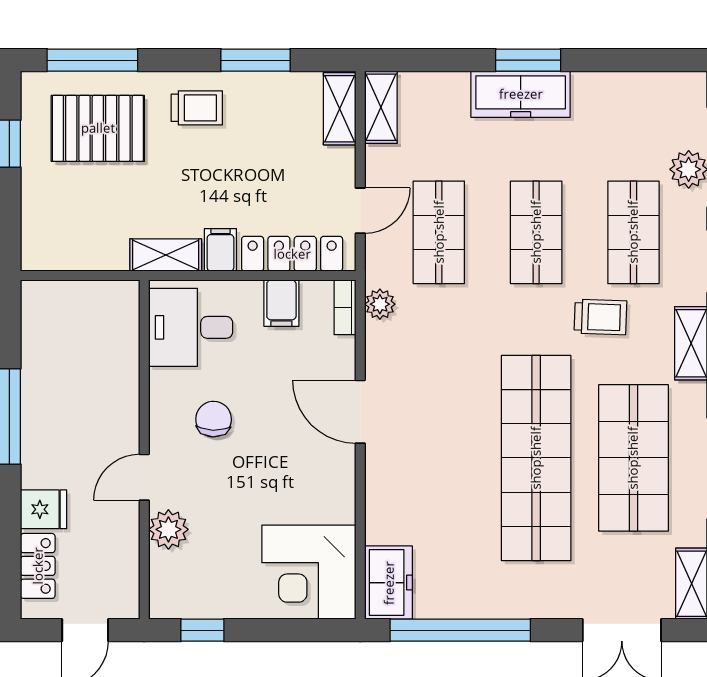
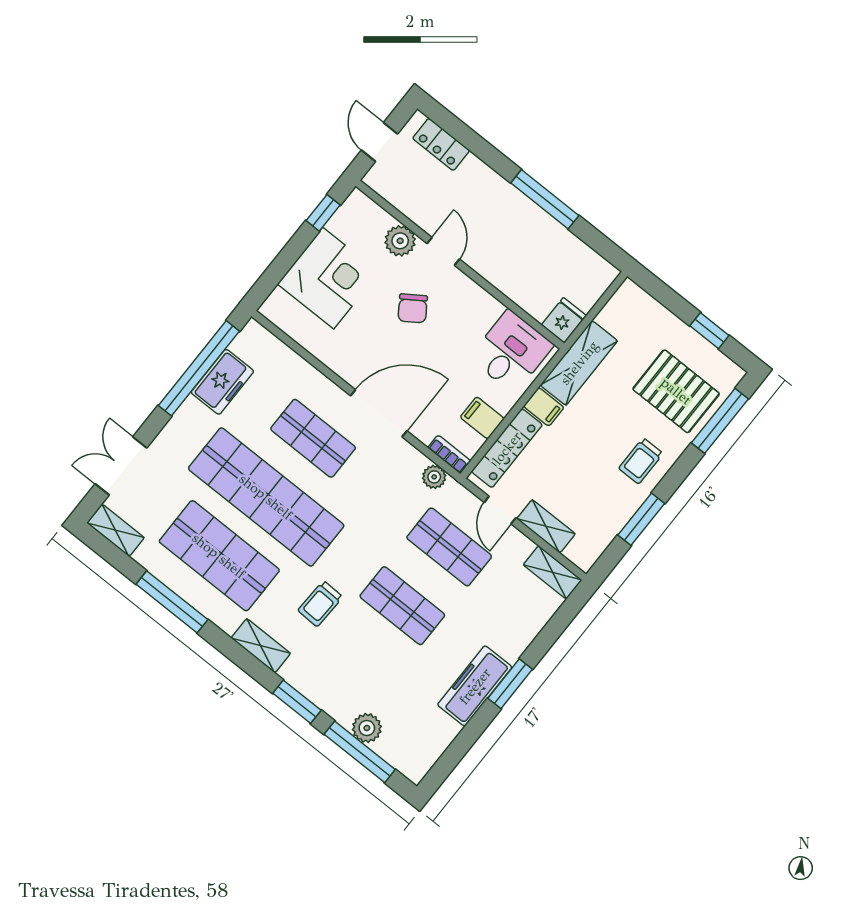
freezer: (521, 94) -> (475, 686), moved
shelving: (340, 109) -> (546, 526), moved
pallet: (98, 128) -> (676, 391), turned 90
shop shelf: (633, 232) -> (313, 438), moved
shelving: (166, 255) -> (579, 363), width x1.50, depth x1.33
door: (360, 412) -> (379, 413), width x1.36
chair: (214, 419) -> (413, 308), moved, turned 54
fridge: (44, 509) -> (564, 320), moved, turned 180
corner desk: (309, 572) -> (328, 278), moved, turned 90
freezer: (389, 583) -> (222, 382), moved, turned -90

